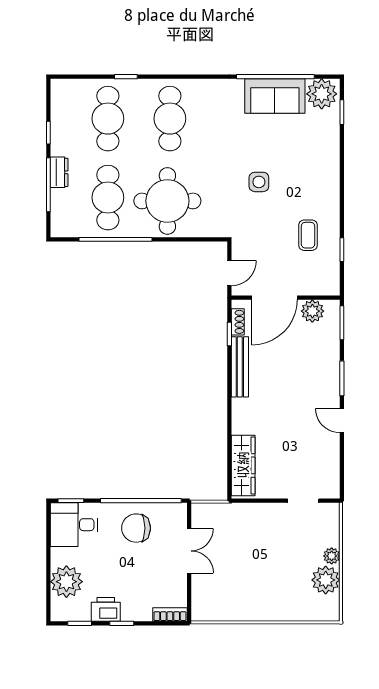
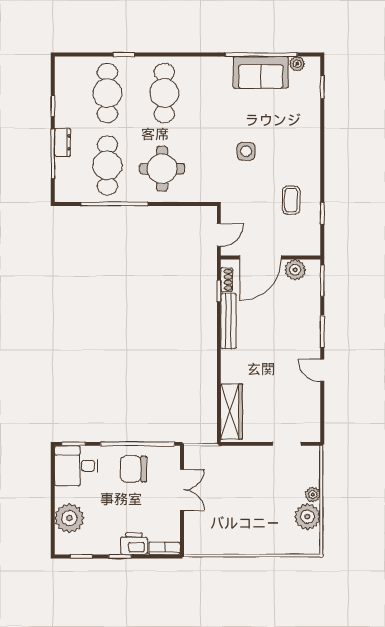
plant: (322, 94) -> (297, 64), width x0.53, depth x0.53
round table: (167, 201) -> (162, 169), width x0.73, depth x0.73
printer: (106, 609) -> (134, 544), moved

